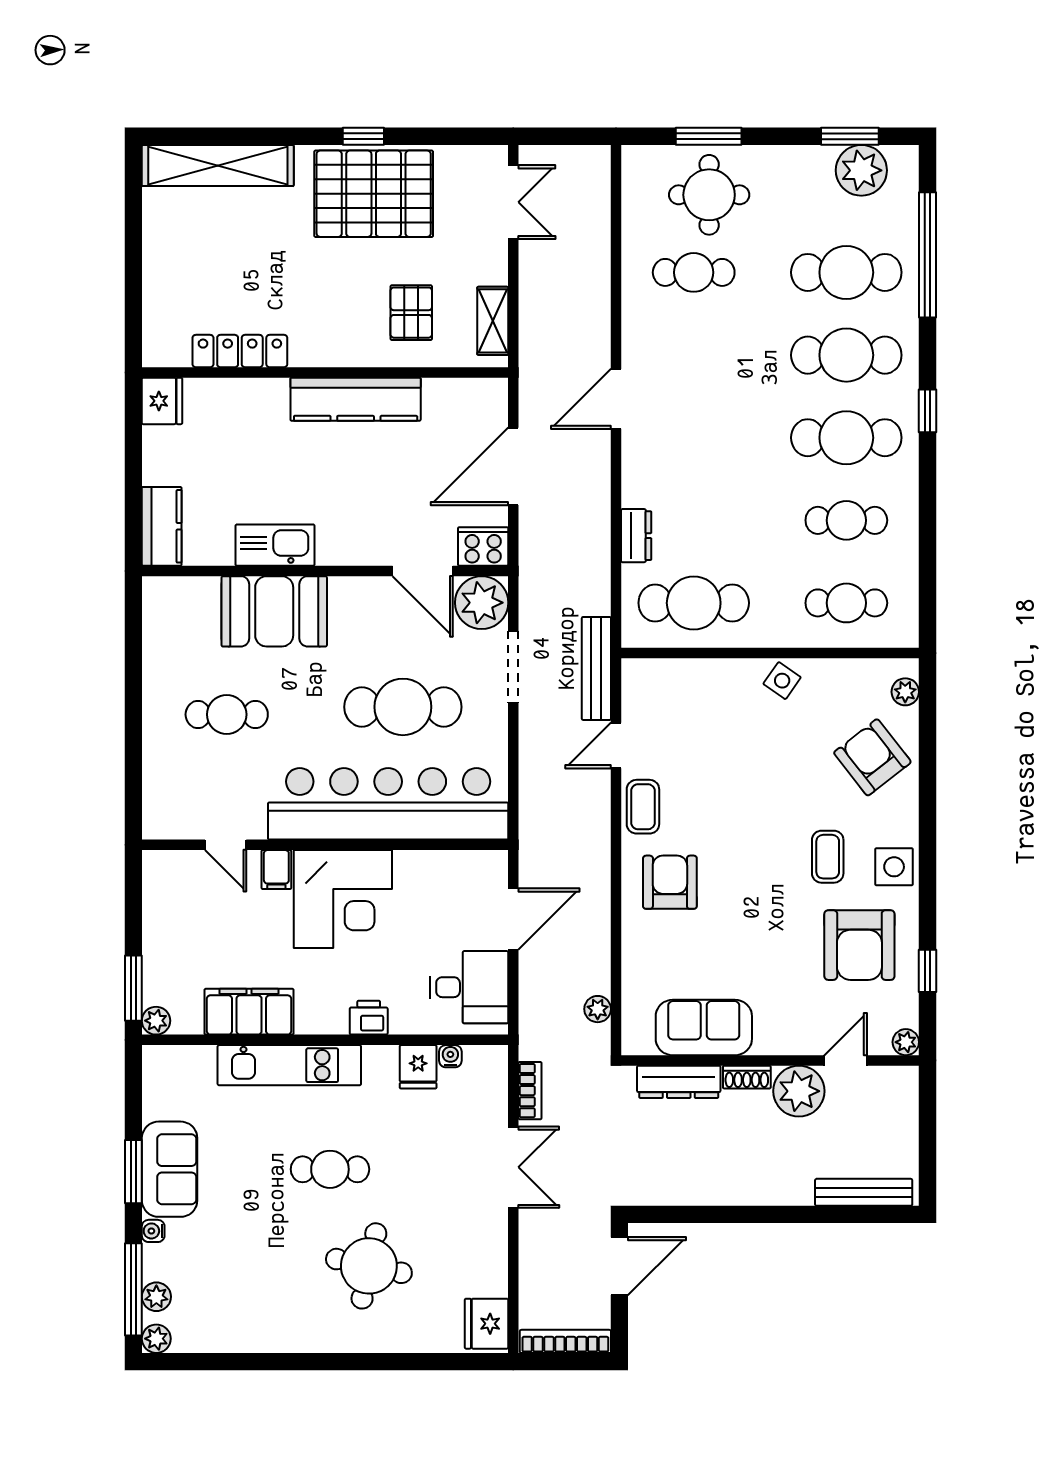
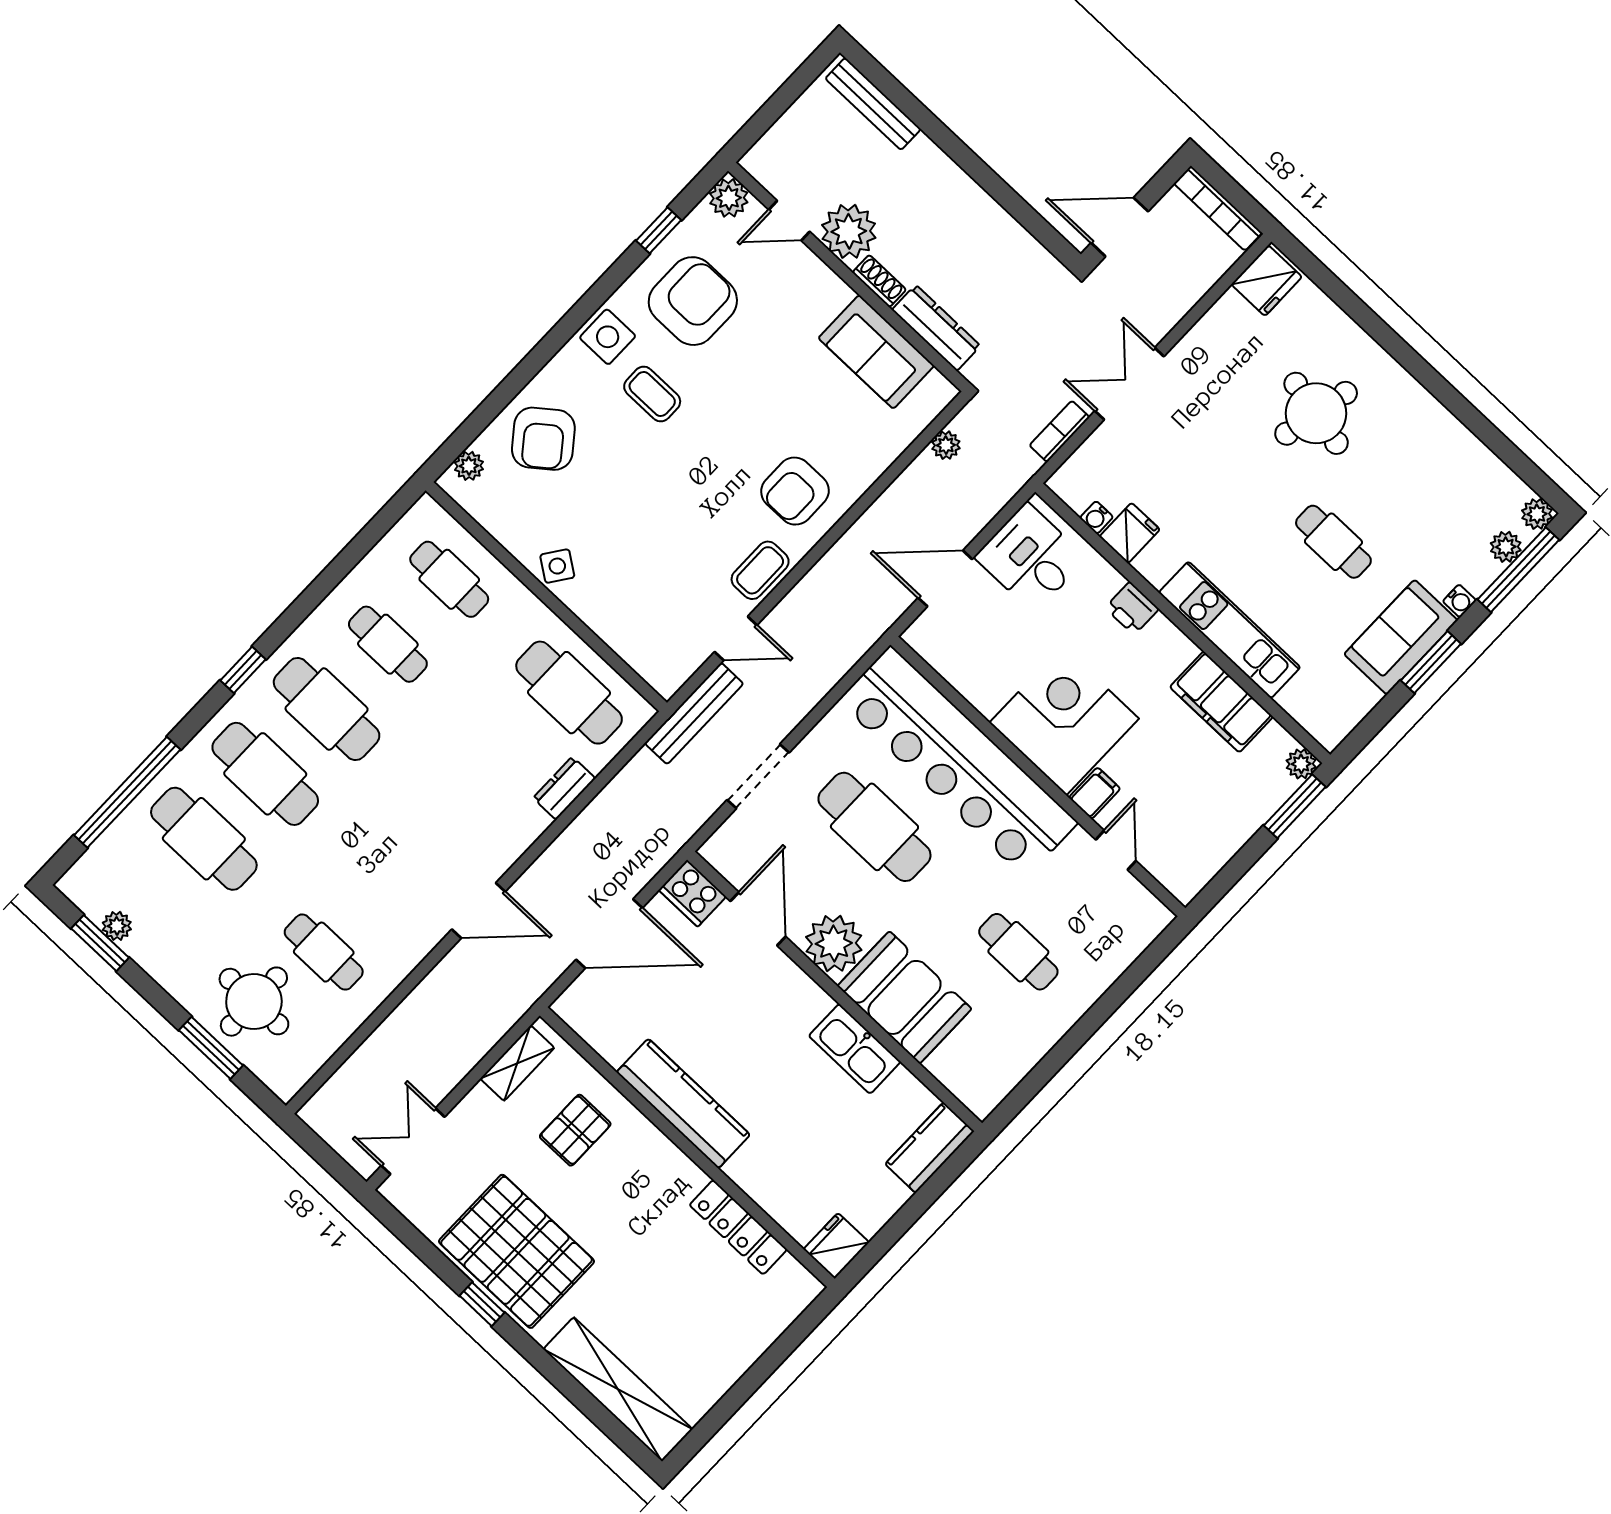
plant: (861, 170) -> (117, 926), width x0.53, depth x0.53
plant: (482, 603) -> (834, 943), moved
coffee table: (828, 857) -> (652, 394), turned 90
plant: (906, 1042) -> (729, 198), width x1.38, depth x1.38
cafe table: (330, 1169) -> (1333, 542), moved

